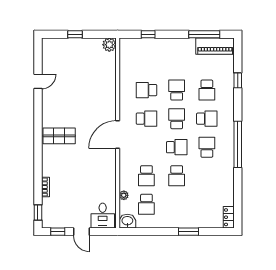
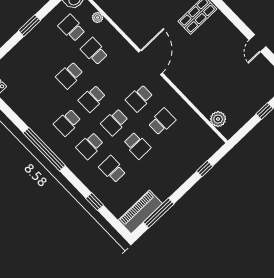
plant: (109, 45) -> (218, 119), moved
school desk: (177, 119) -> (115, 122), turned 90
school desk: (207, 147) -> (67, 122), turned 90
school desk: (177, 176) -> (70, 75), turned -90
window: (189, 232) -> (29, 26), moved

